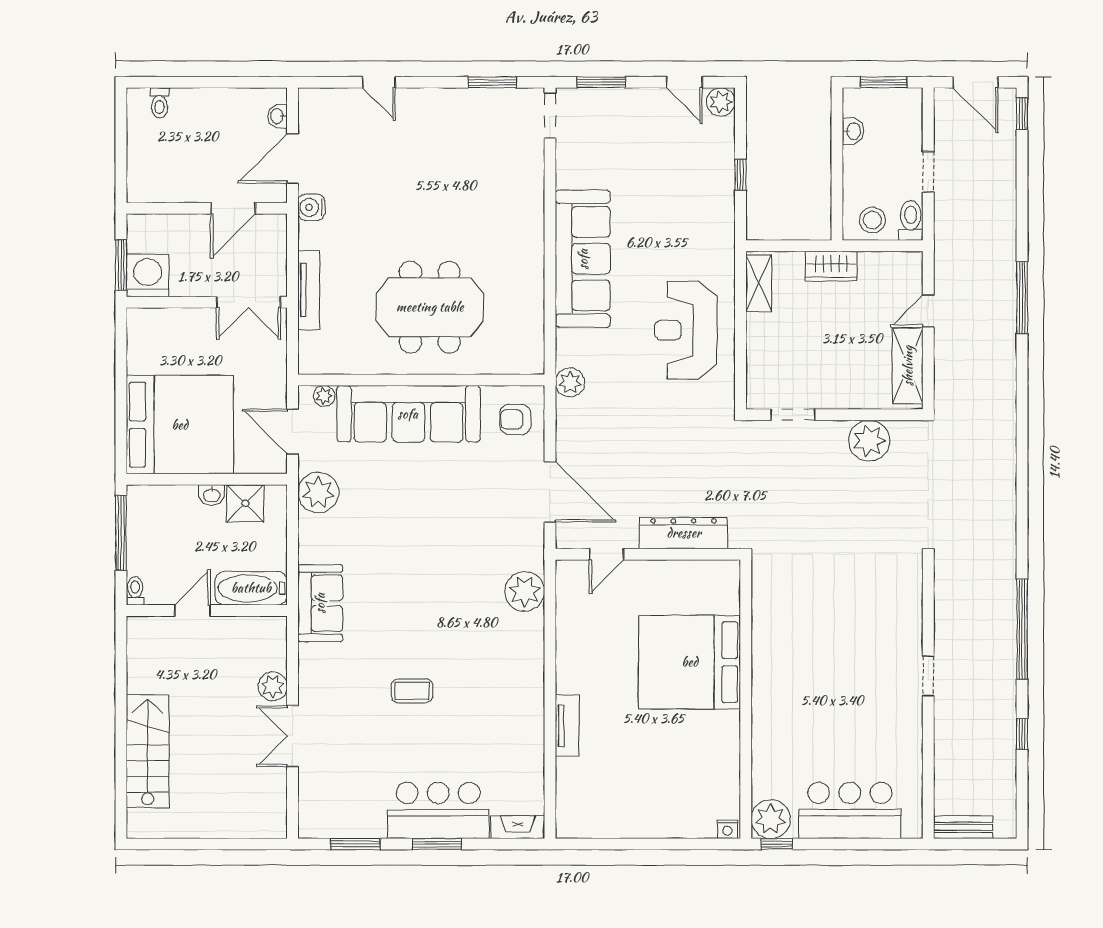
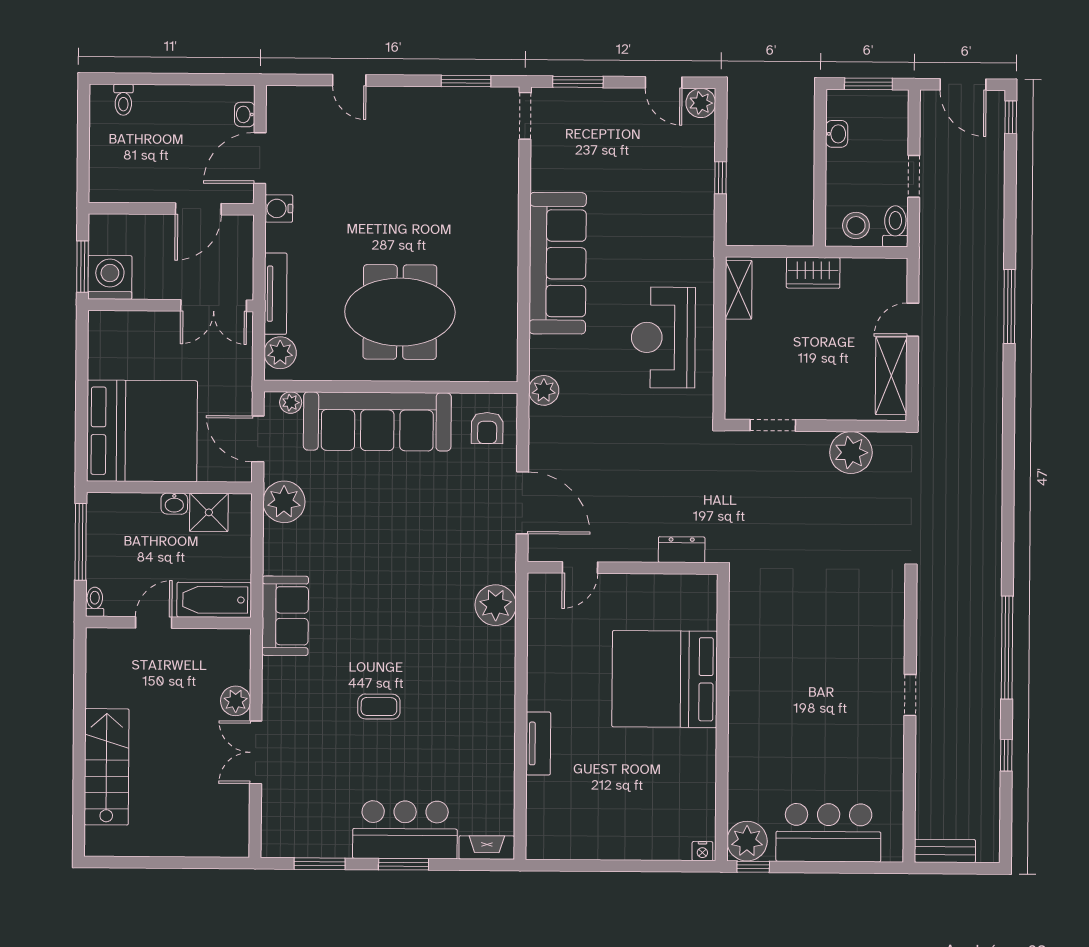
plant: (314, 348) -> (280, 353), added
armchair: (515, 419) -> (487, 428), turned -90
dresser: (684, 533) -> (682, 550), width x0.51, depth x0.80

